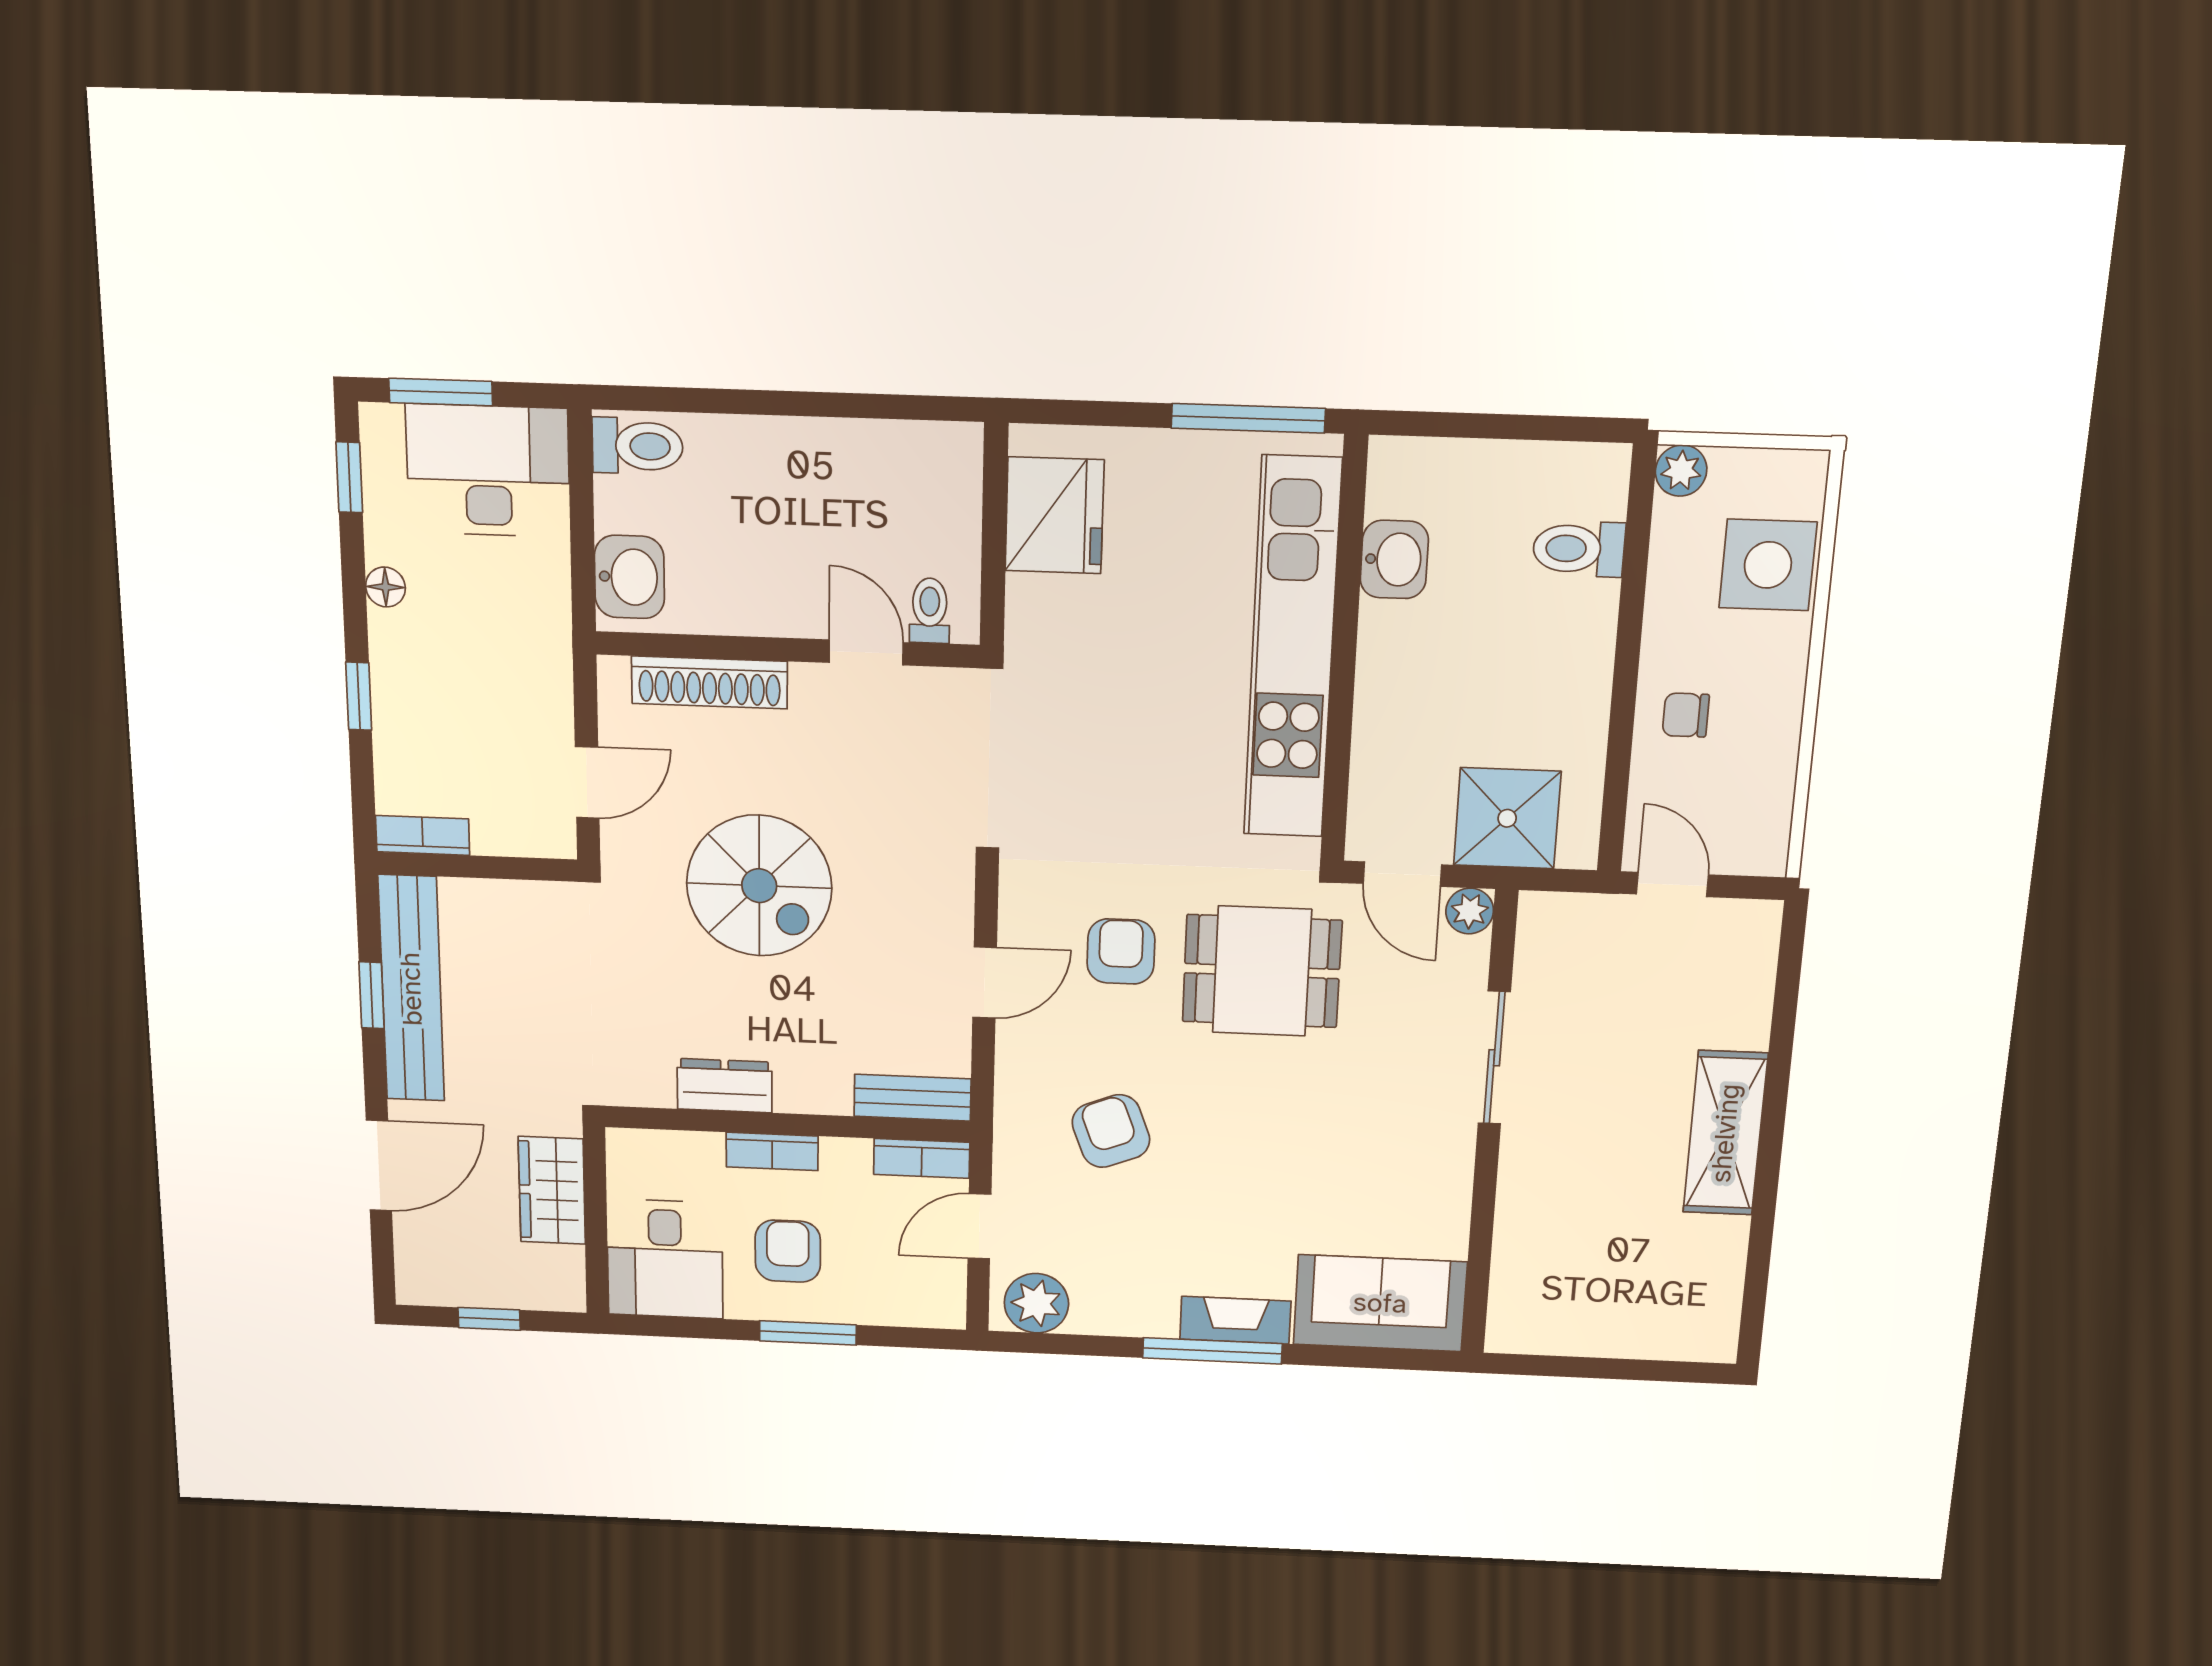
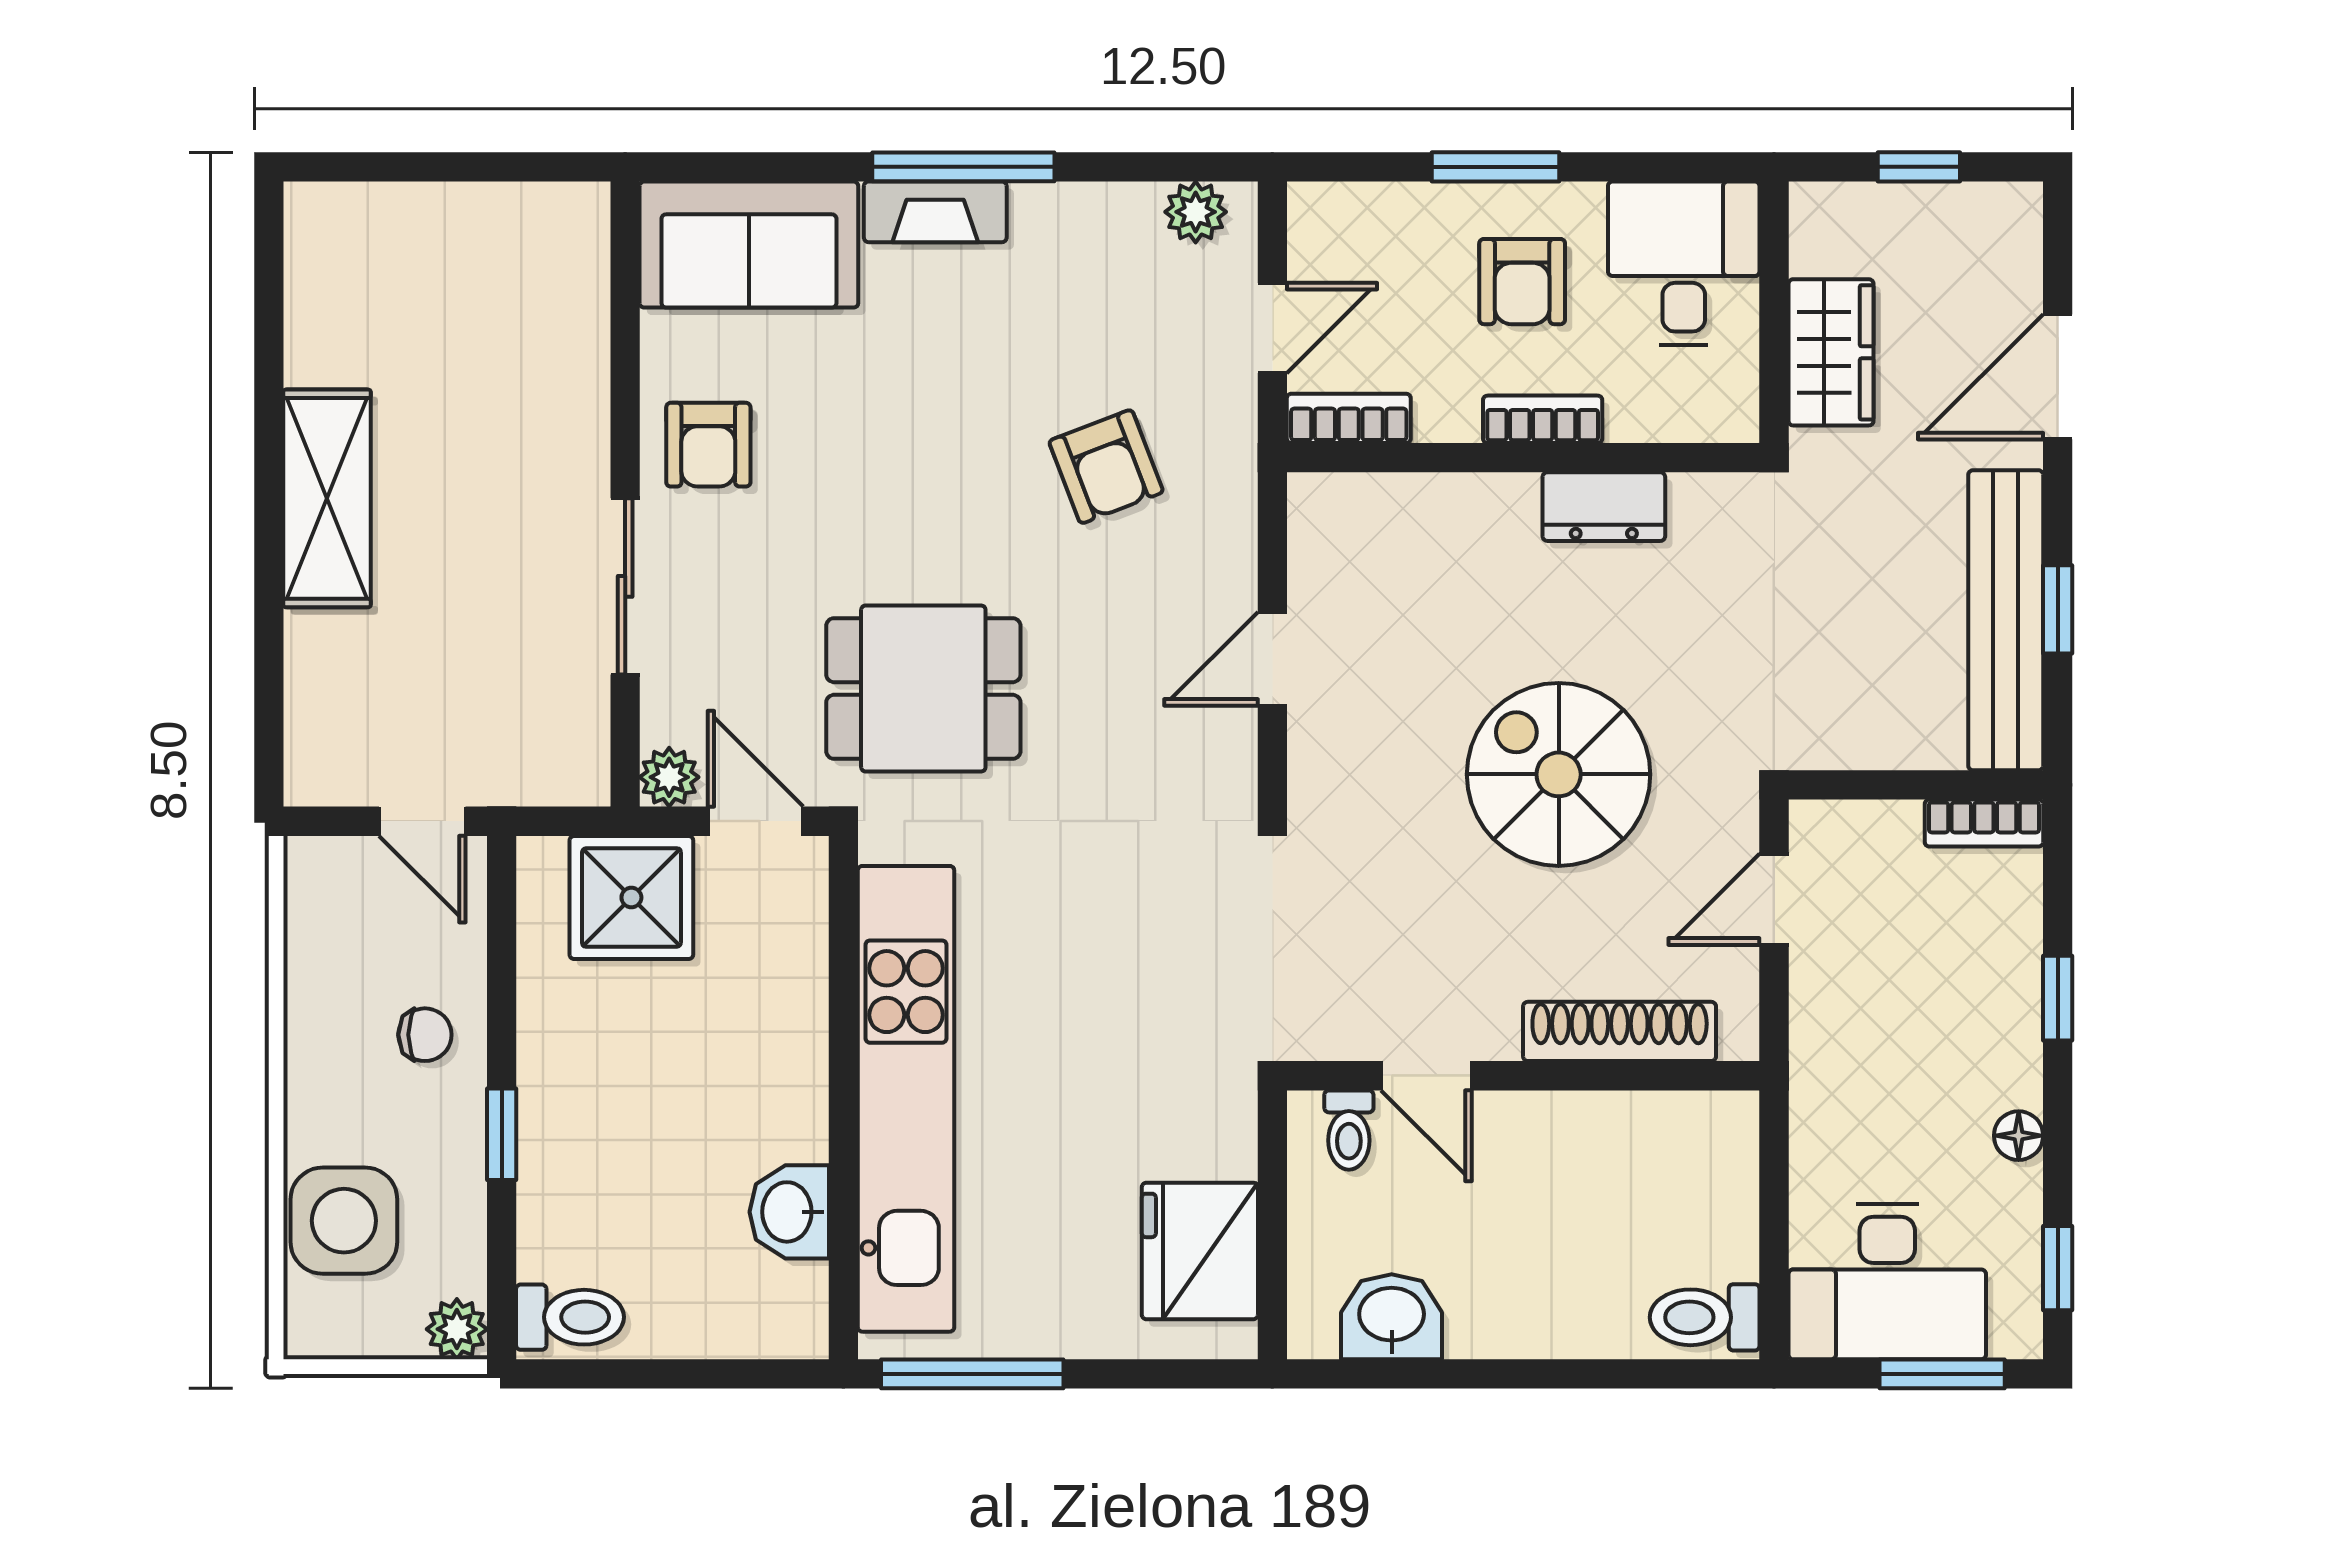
toilet: (1579, 549) -> (570, 1317), moved
washbasin: (629, 577) -> (1392, 1317), moved, turned 90
window: (1629, 632) -> (502, 1134), added
armchair: (1121, 951) -> (708, 445), moved
bench: (913, 1098) -> (1362, 501), removed
plant: (1036, 1303) -> (1196, 212), width x0.73, depth x0.73

